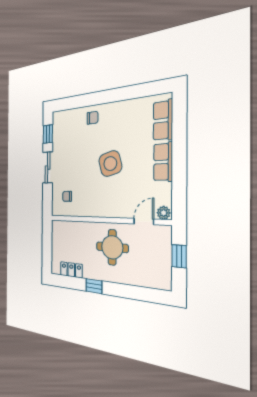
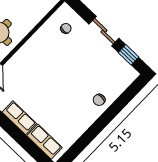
side table: (110, 164) -> (54, 83), removed

